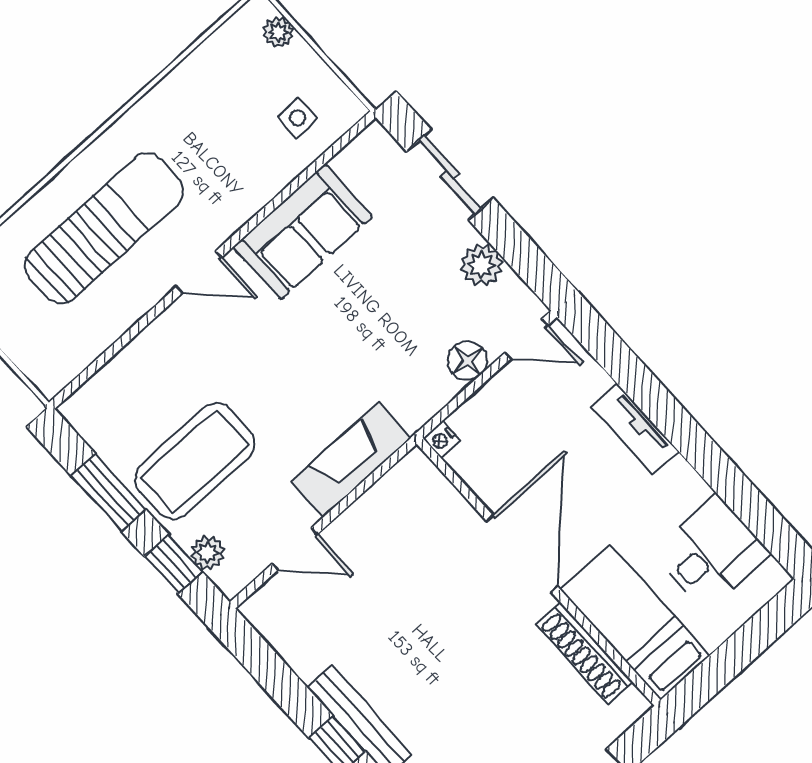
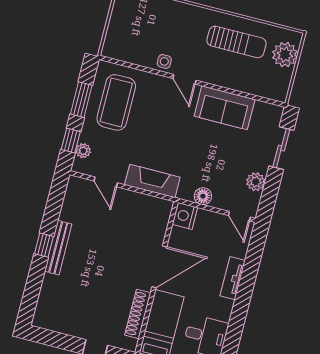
plant: (278, 32) -> (285, 55), width x1.87, depth x1.87
side table: (297, 118) -> (164, 61), moved
sun lounger: (104, 228) -> (237, 42), moved, width x0.73, depth x0.75
floor lamp: (467, 361) -> (203, 196), moved
nightstand: (442, 440) -> (185, 216), width x1.89, depth x1.79
coffee table: (195, 461) -> (116, 102), moved, turned 90

